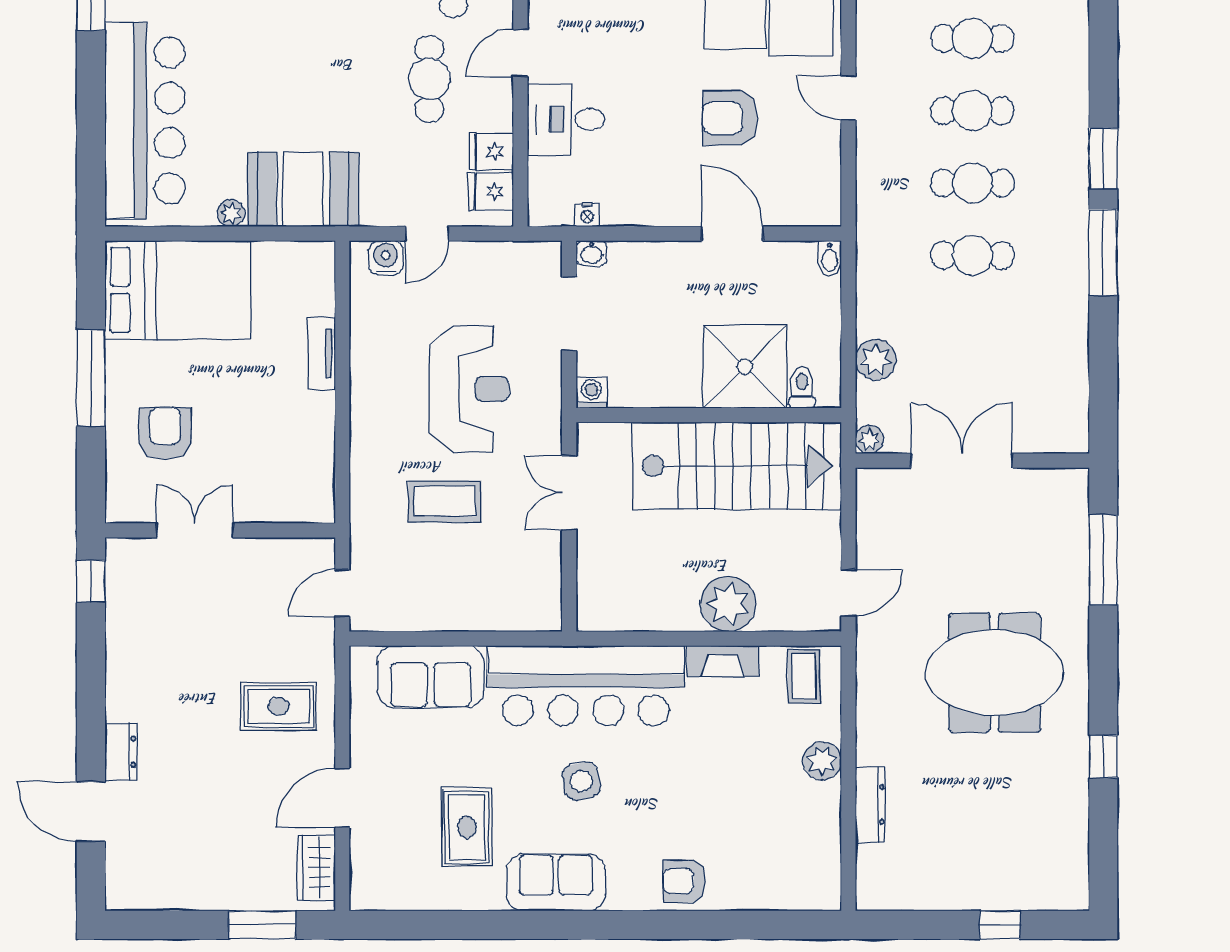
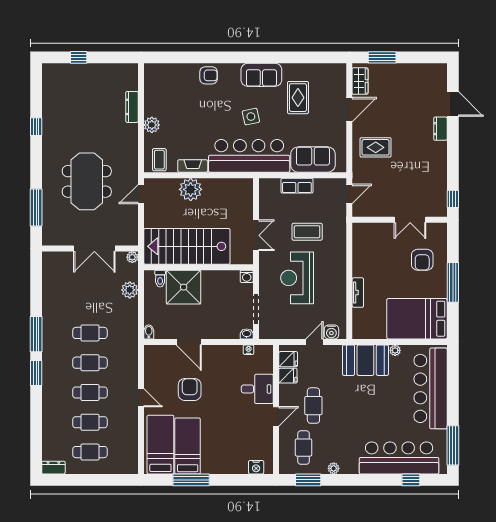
armchair: (730, 118) -> (190, 389), turned -90
row of seats: (469, 613) -> (297, 186), added
meeting table: (994, 673) -> (87, 181), moved, turned 90

